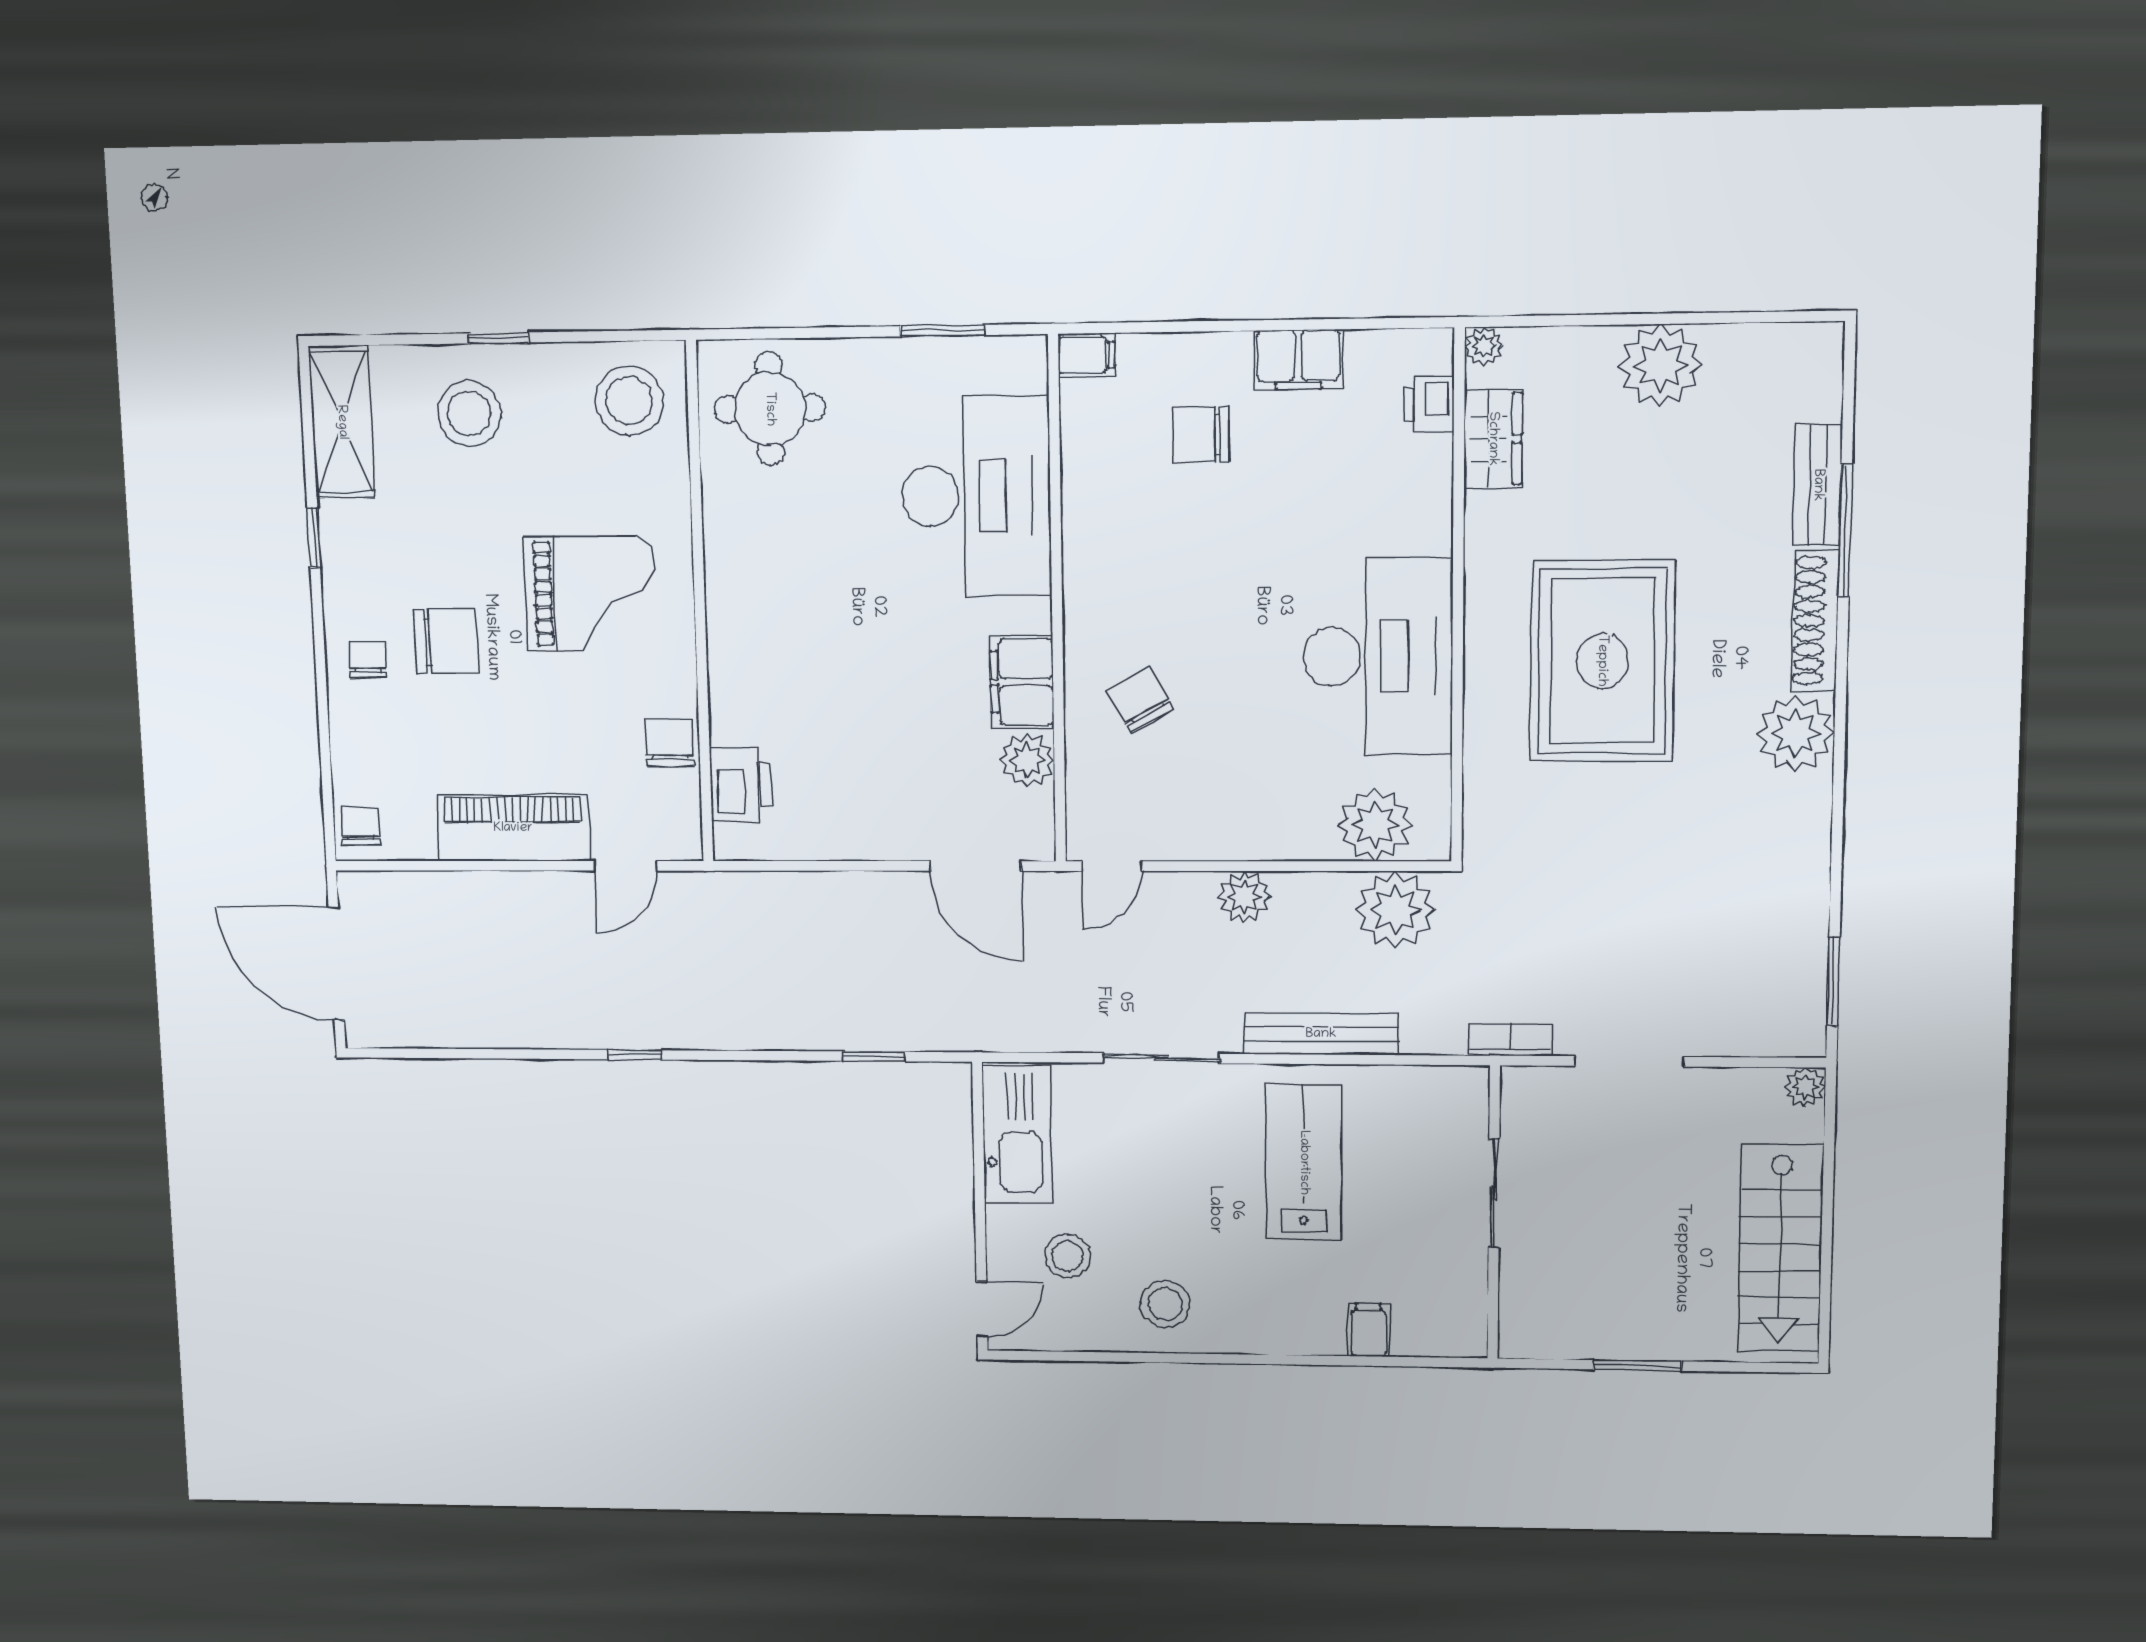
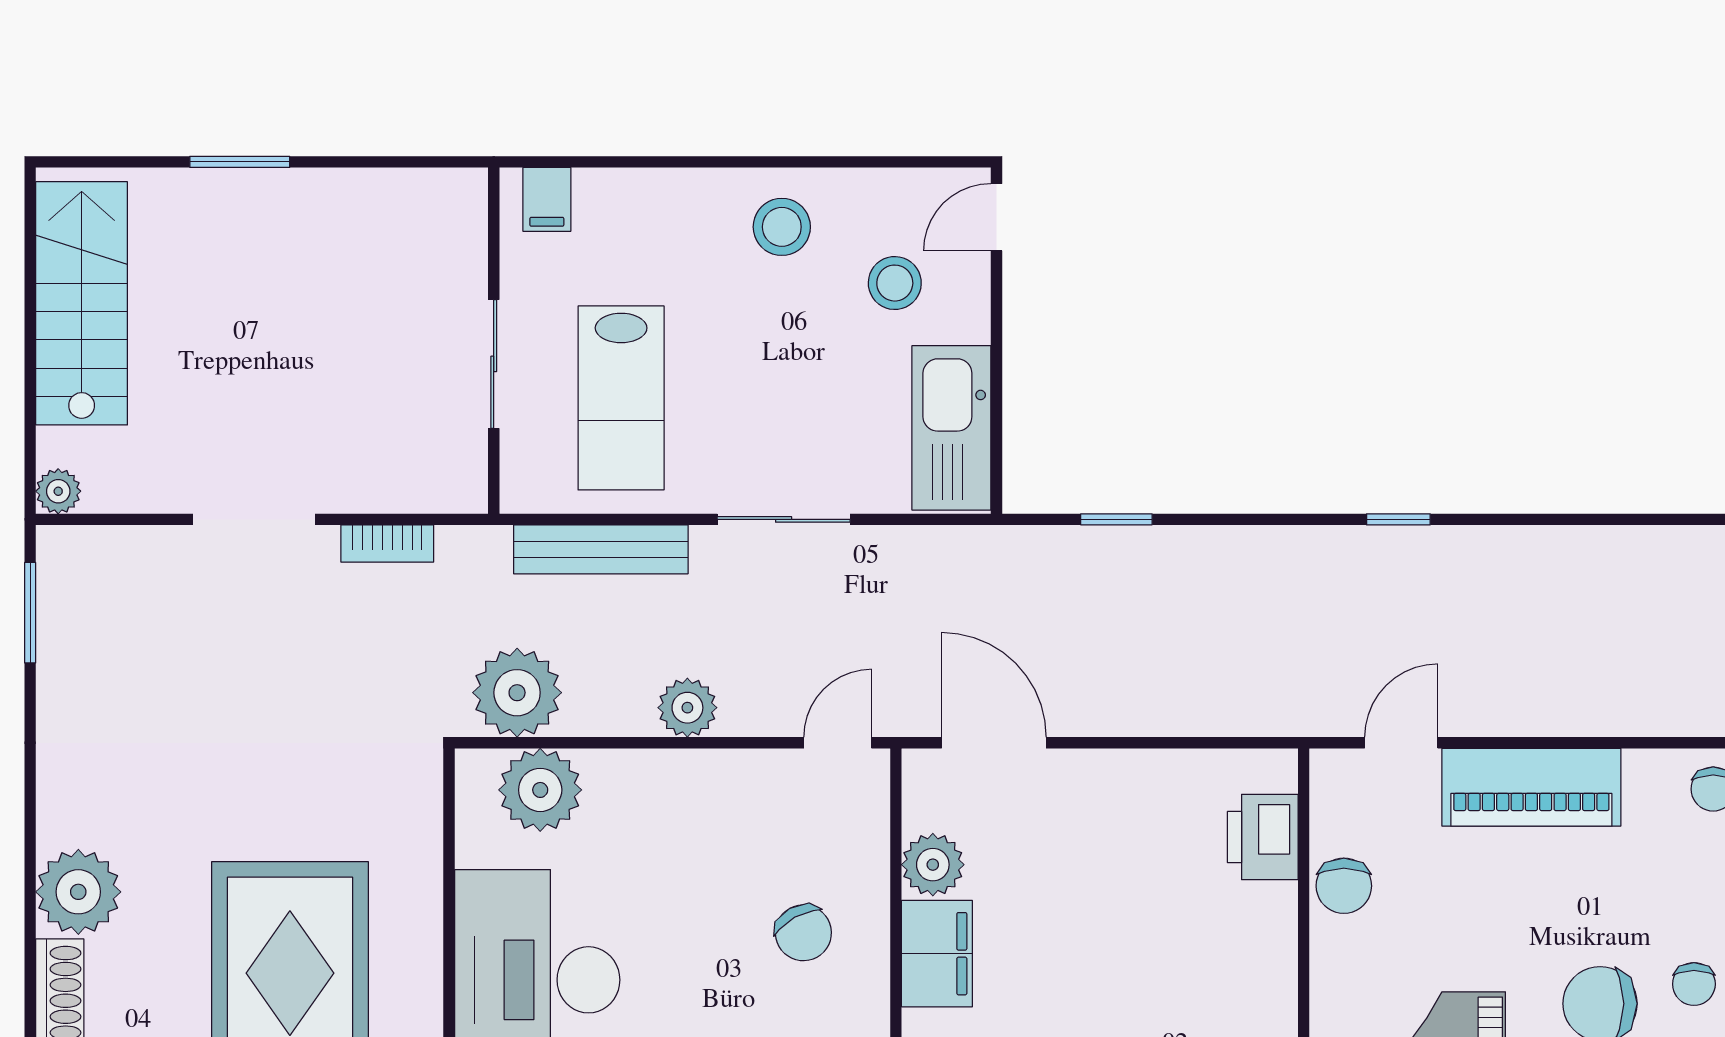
sliding door: (1494, 1193) -> (494, 364), moved
wall: (1494, 1213) -> (494, 341), moved

